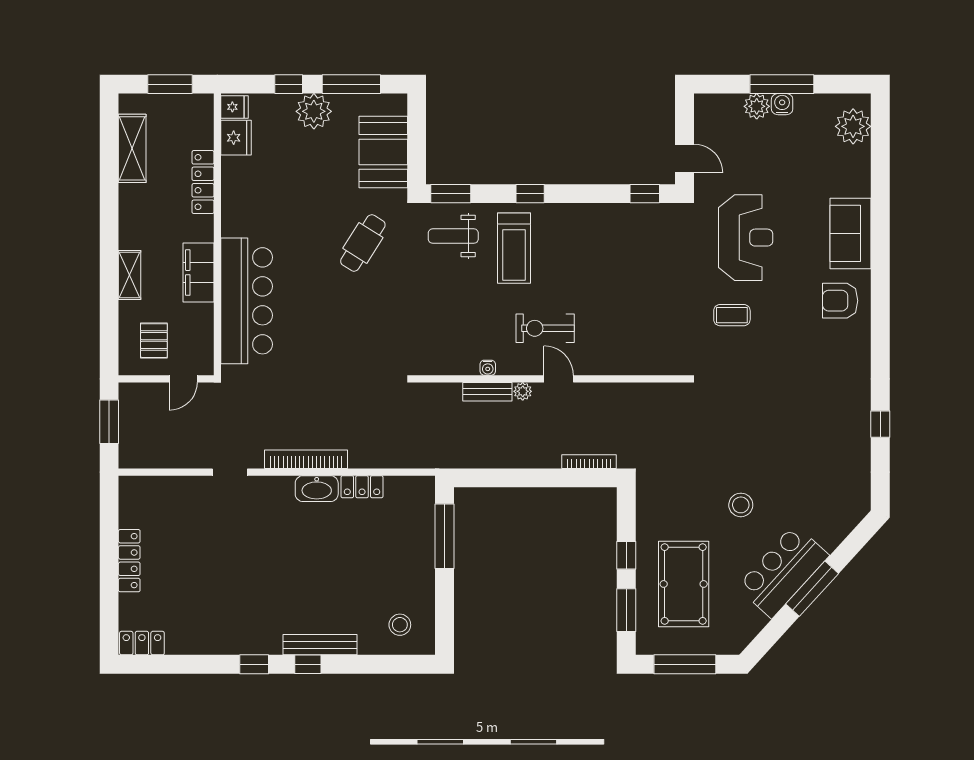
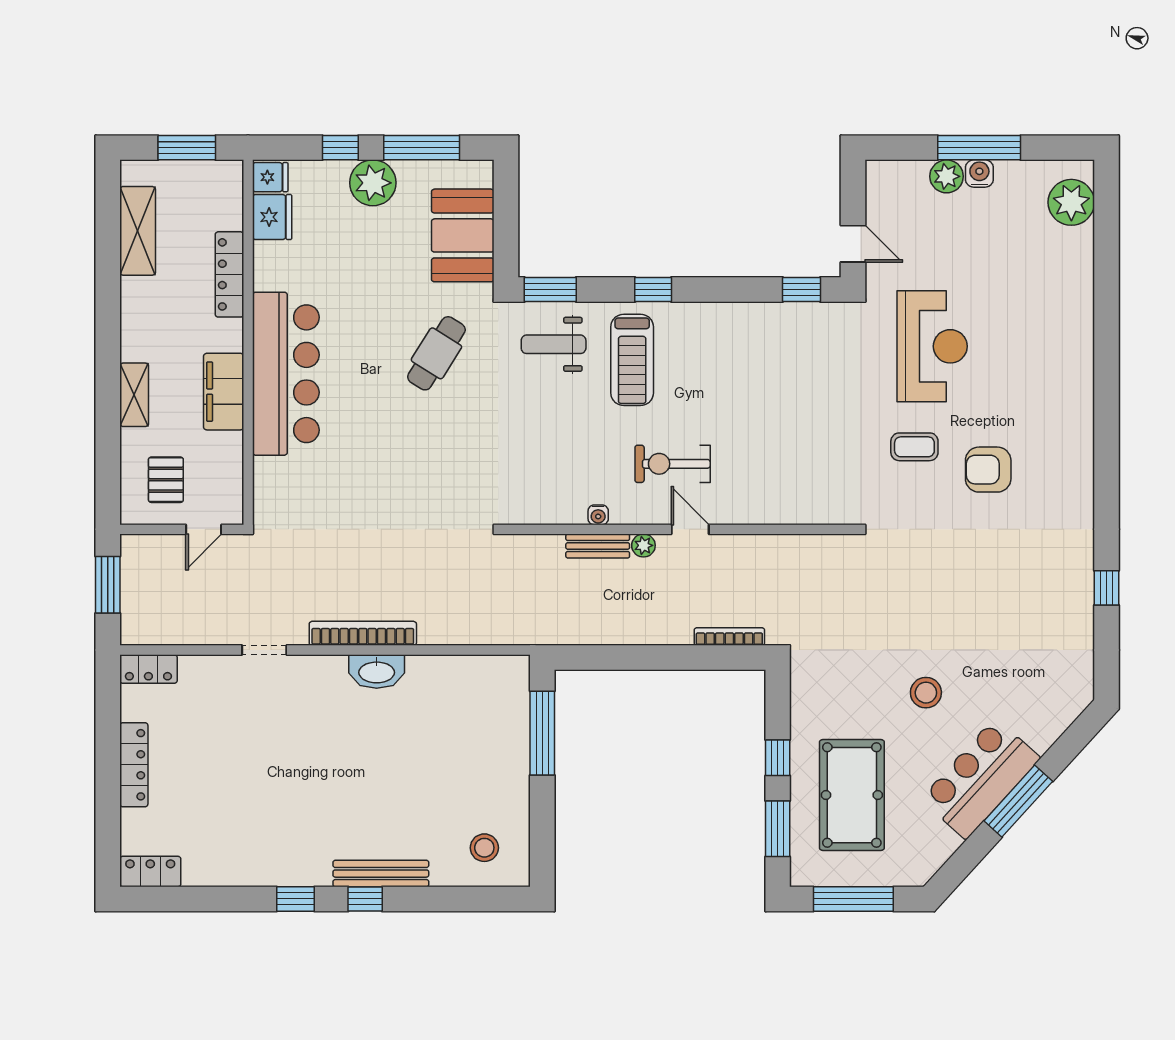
sofa: (850, 233) -> (1068, 341), removed
bar counter: (247, 301) -> (286, 374), moved
armchair: (840, 301) -> (988, 470), moved
locker: (362, 487) -> (148, 669), moved

